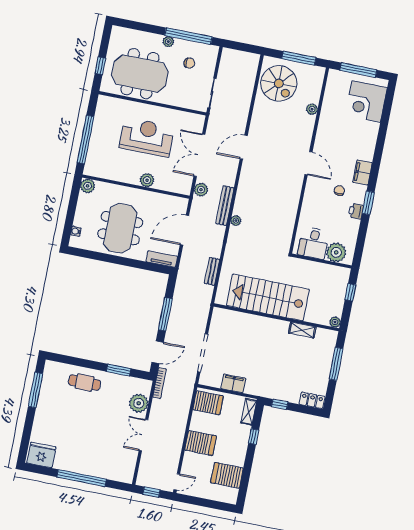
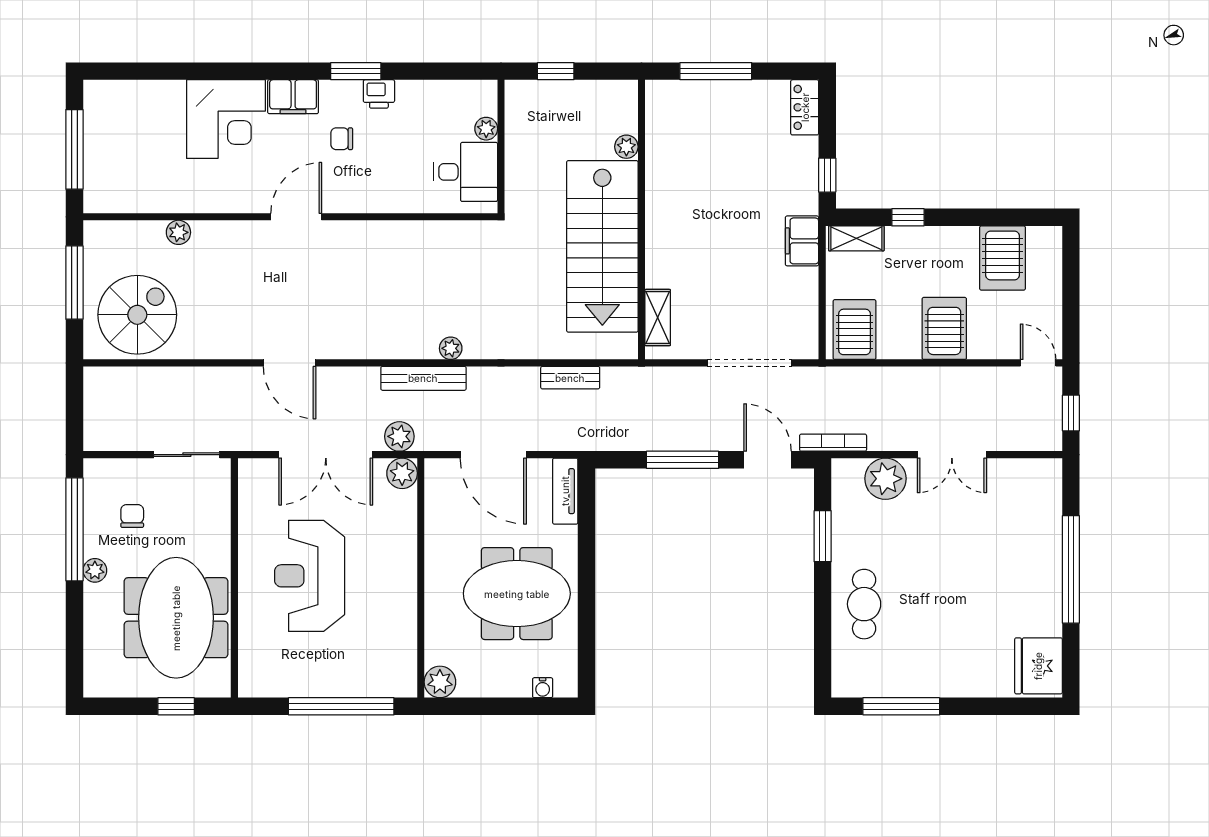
corner desk: (366, 101) -> (226, 119), moved
plant: (147, 180) -> (402, 473), moved
plant: (336, 252) -> (486, 129), width x0.53, depth x0.53
plant: (335, 322) -> (626, 147), moved
shelving: (302, 330) -> (658, 318), moved
filing cabinet: (233, 383) -> (802, 241), moved

